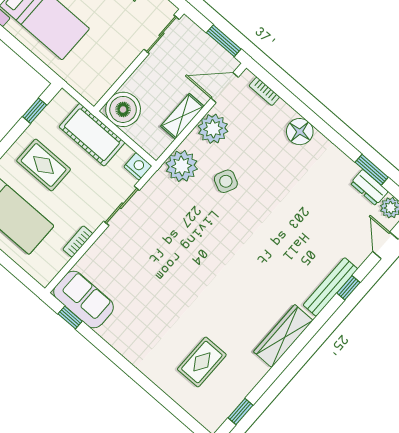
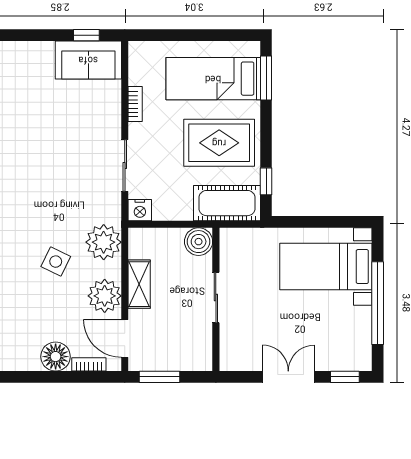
sliding door: (162, 34) -> (216, 298), moved
door: (225, 88) -> (125, 339), swing flipped
boiler: (123, 109) -> (199, 242), width x0.73, depth x0.73
floor lamp: (300, 132) -> (56, 357), moved
cot: (92, 135) -> (227, 203), moved
rug: (44, 165) -> (219, 143), width x1.36, depth x1.43

